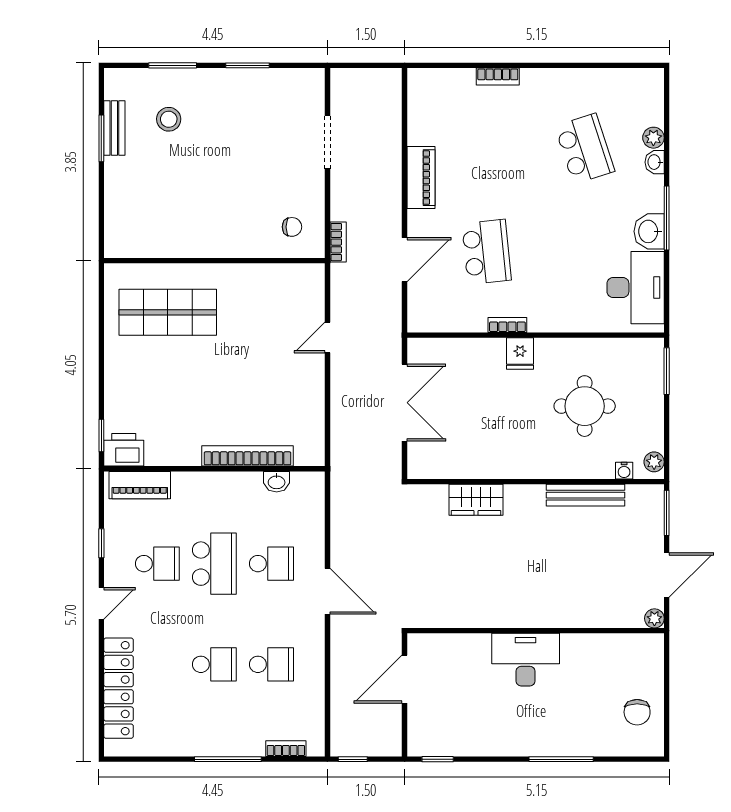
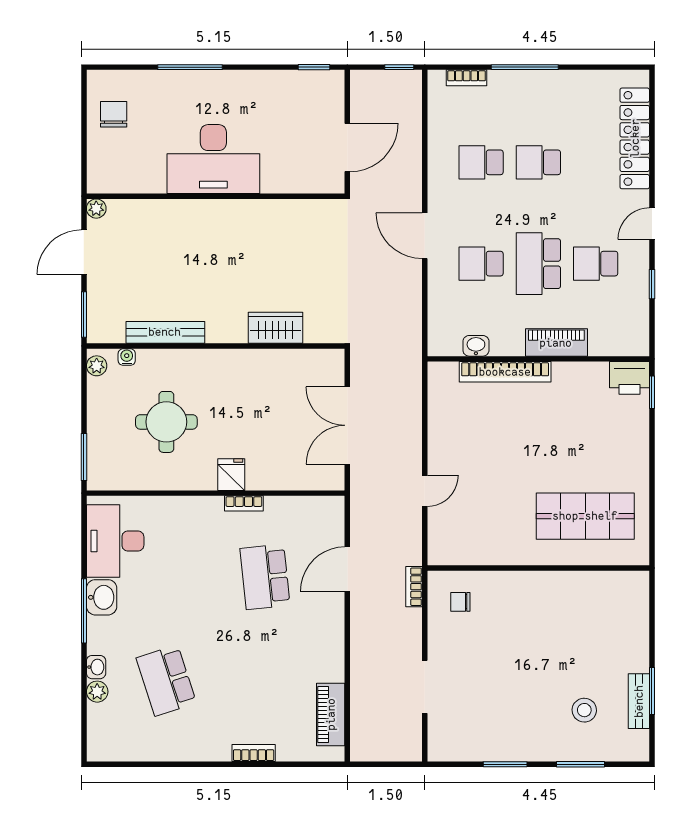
piano: (421, 178) -> (331, 714), moved
piano: (140, 485) -> (556, 343), moved
desk: (526, 660) -> (213, 159), width x1.36, depth x1.30

